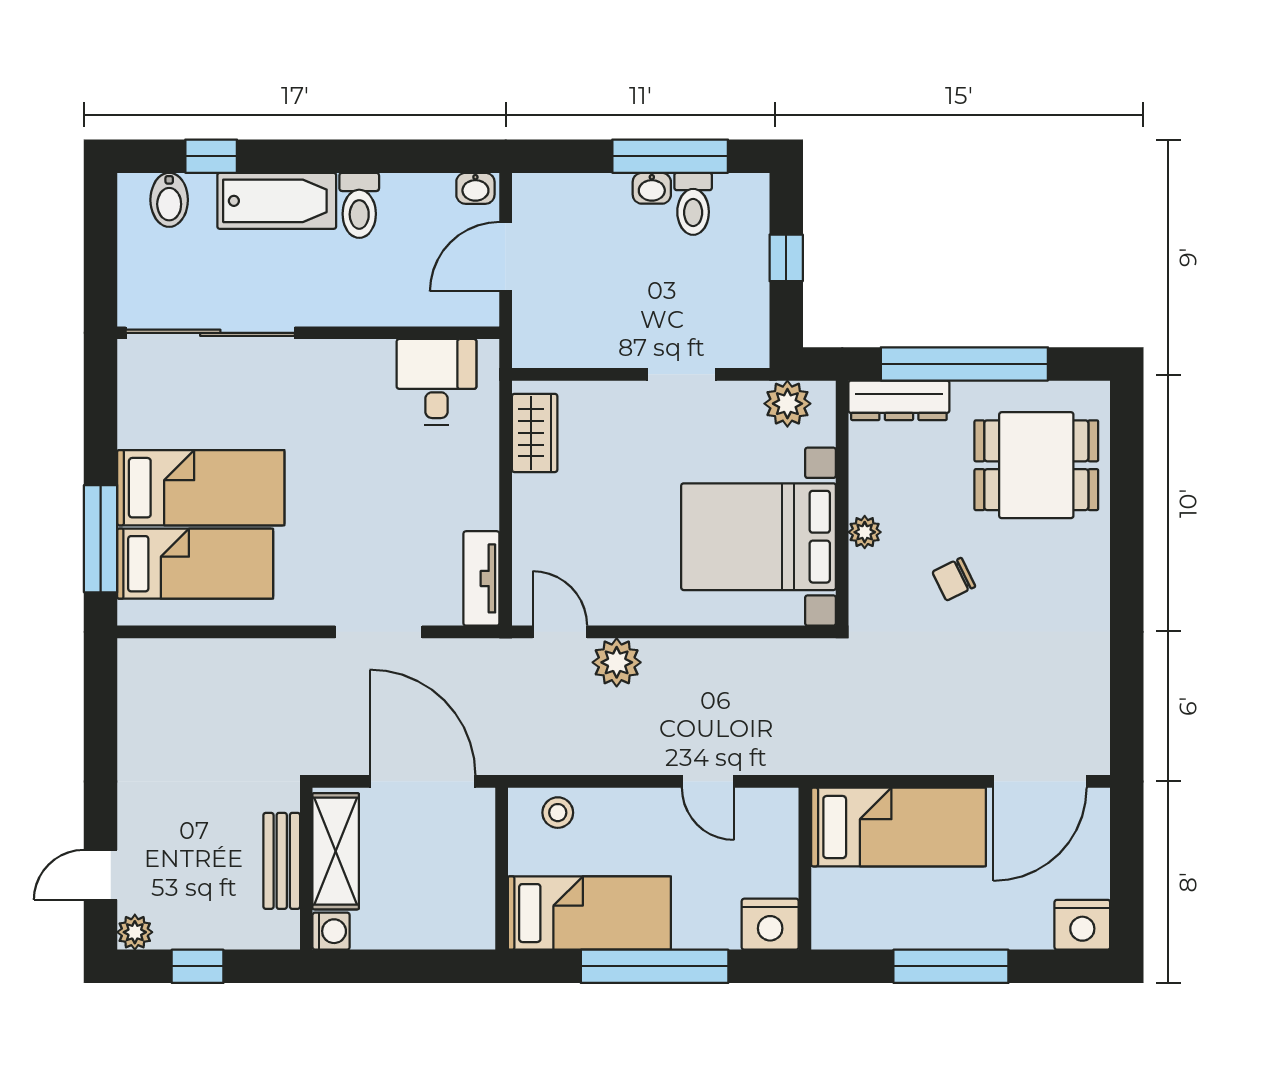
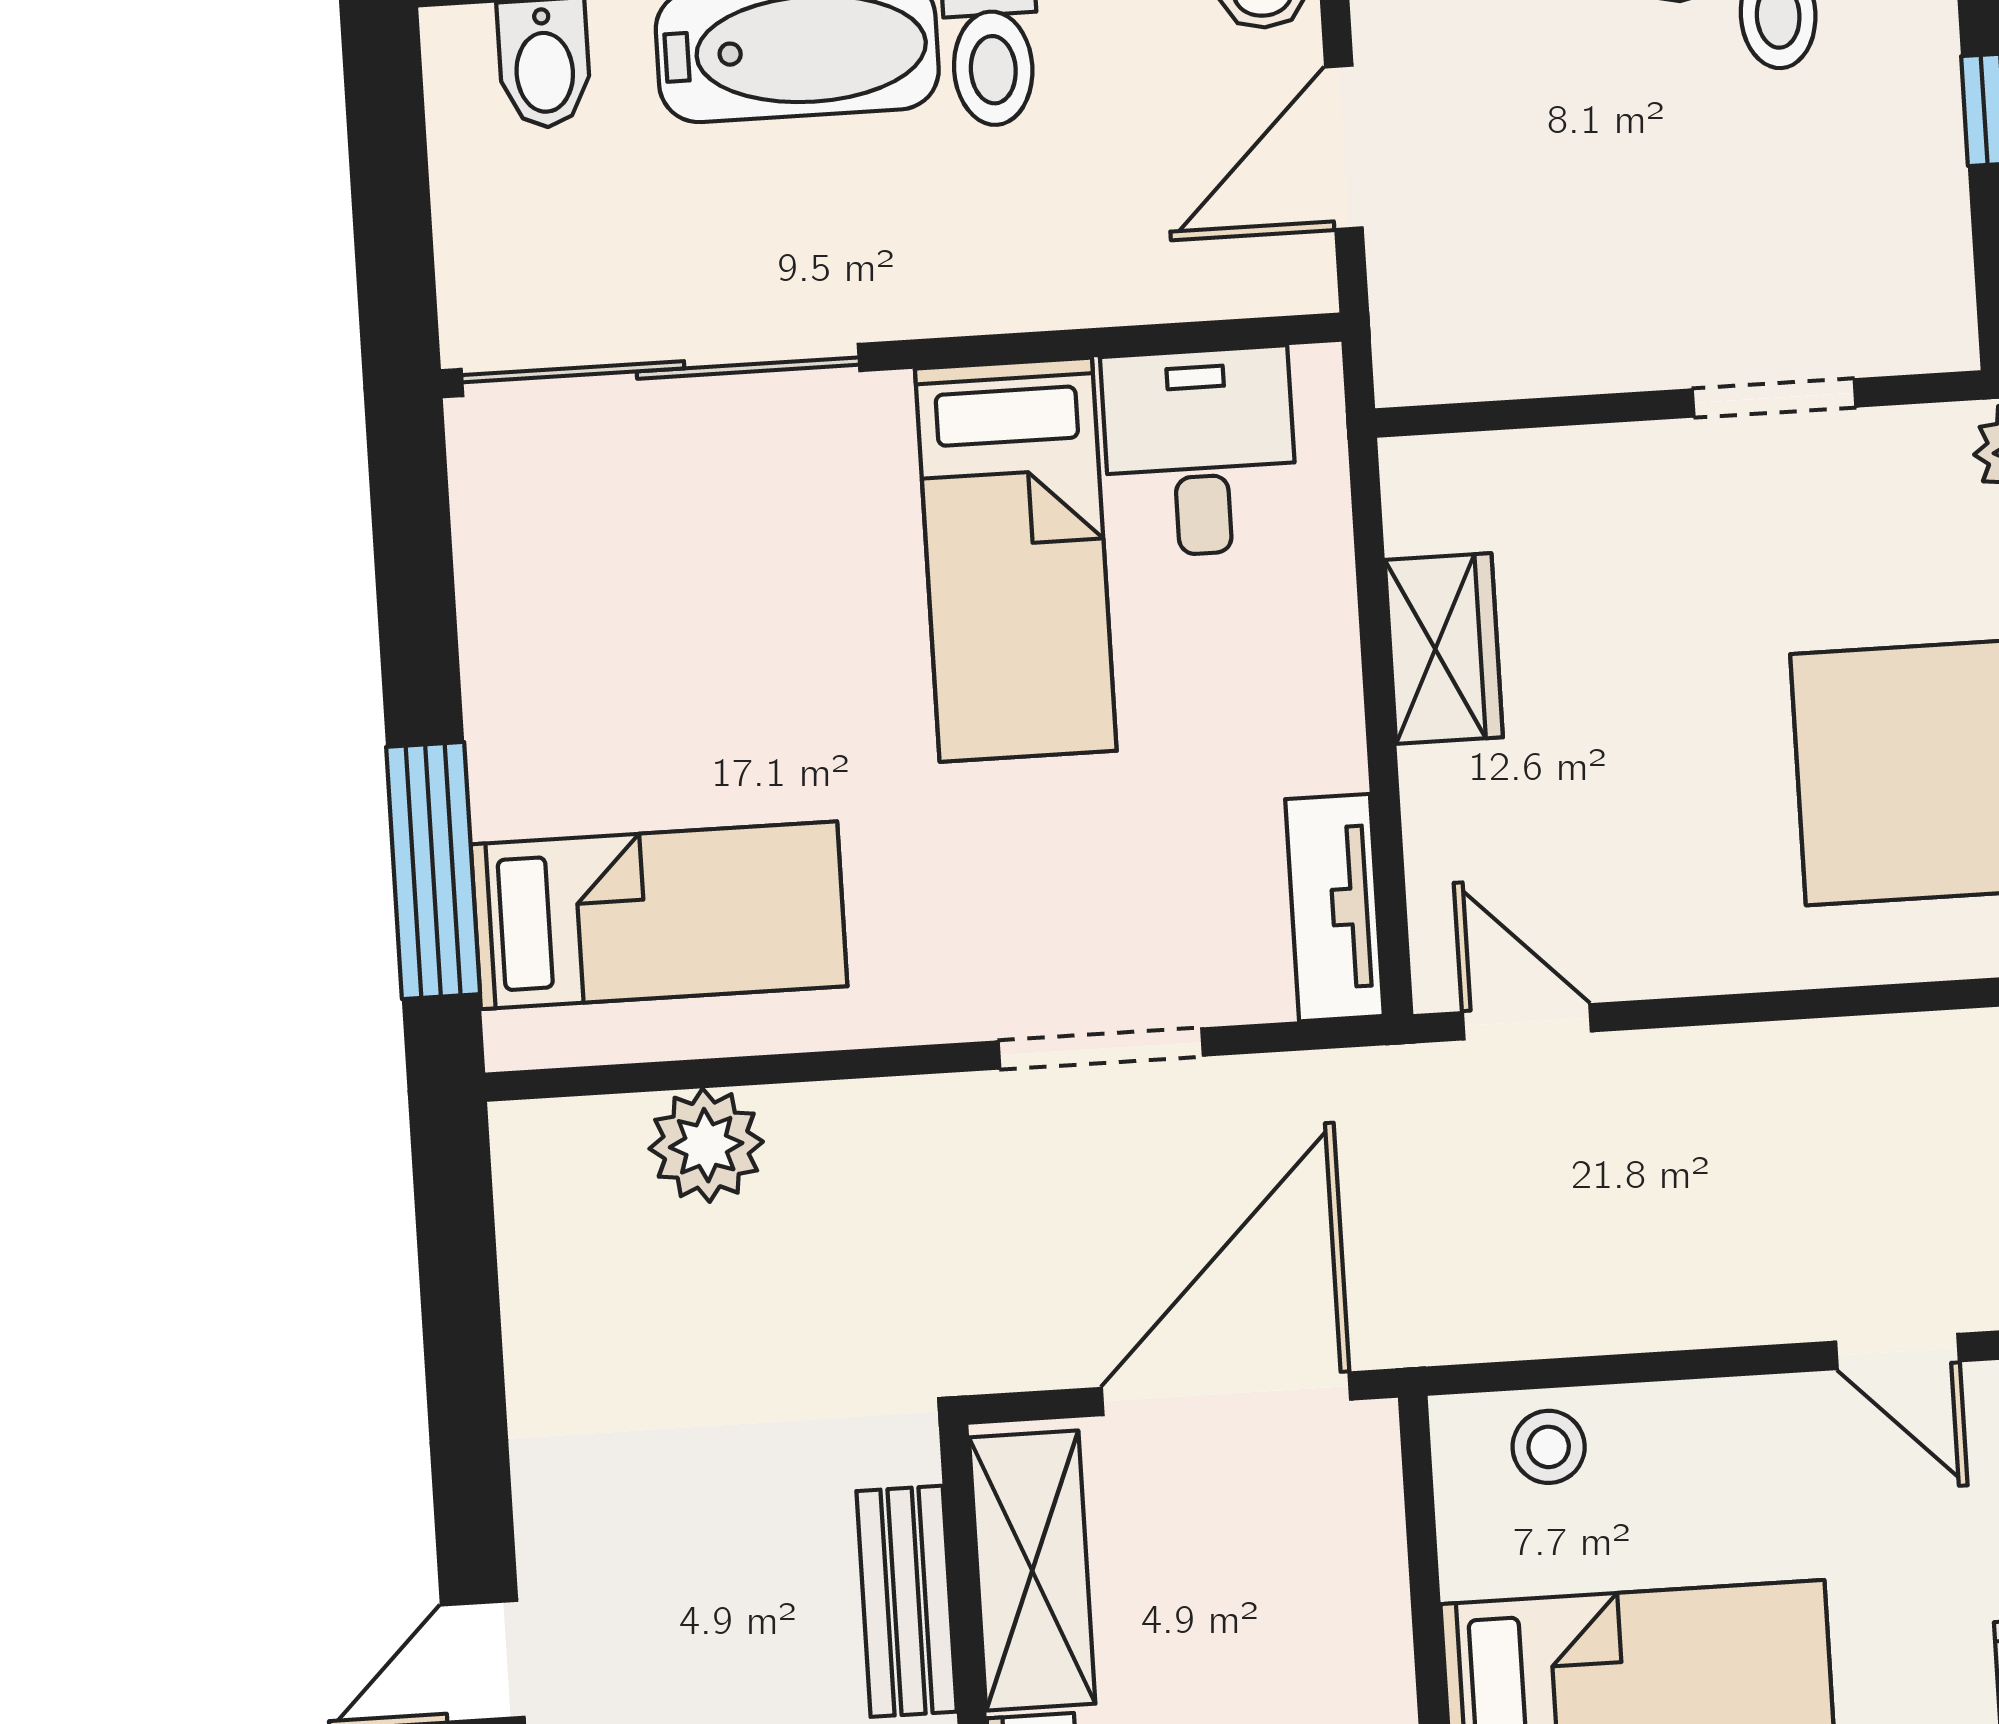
wardrobe: (535, 433) -> (1444, 649), moved
bed: (201, 488) -> (1016, 560), moved, turned 90
plant: (617, 662) -> (706, 1145), moved
door: (423, 781) -> (1226, 1394), hinge flipped

